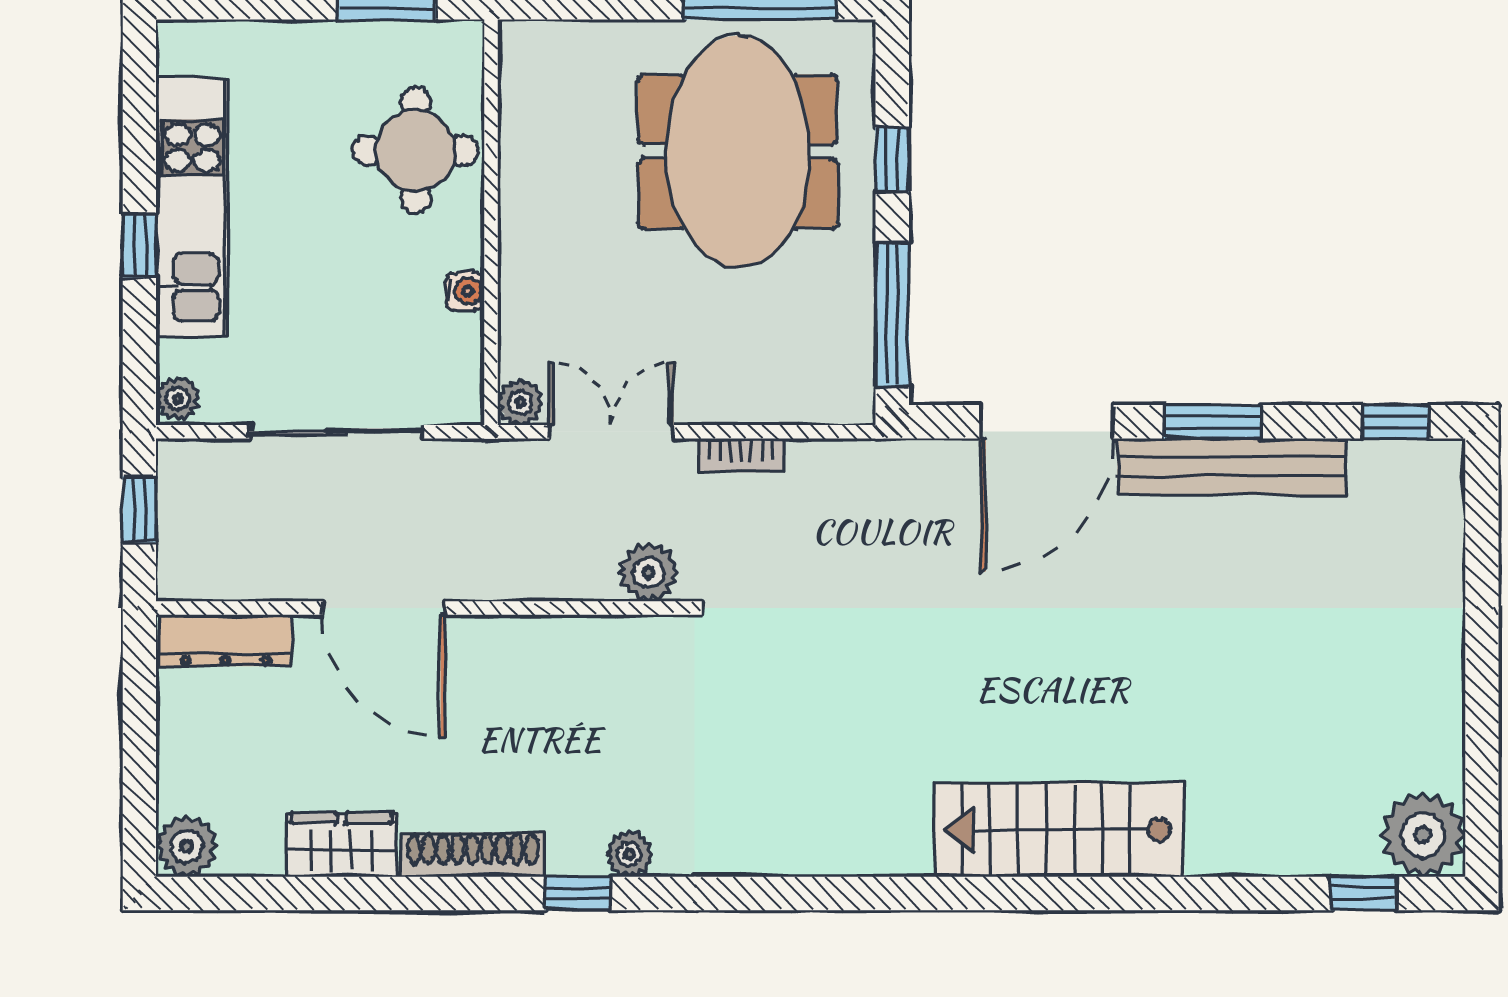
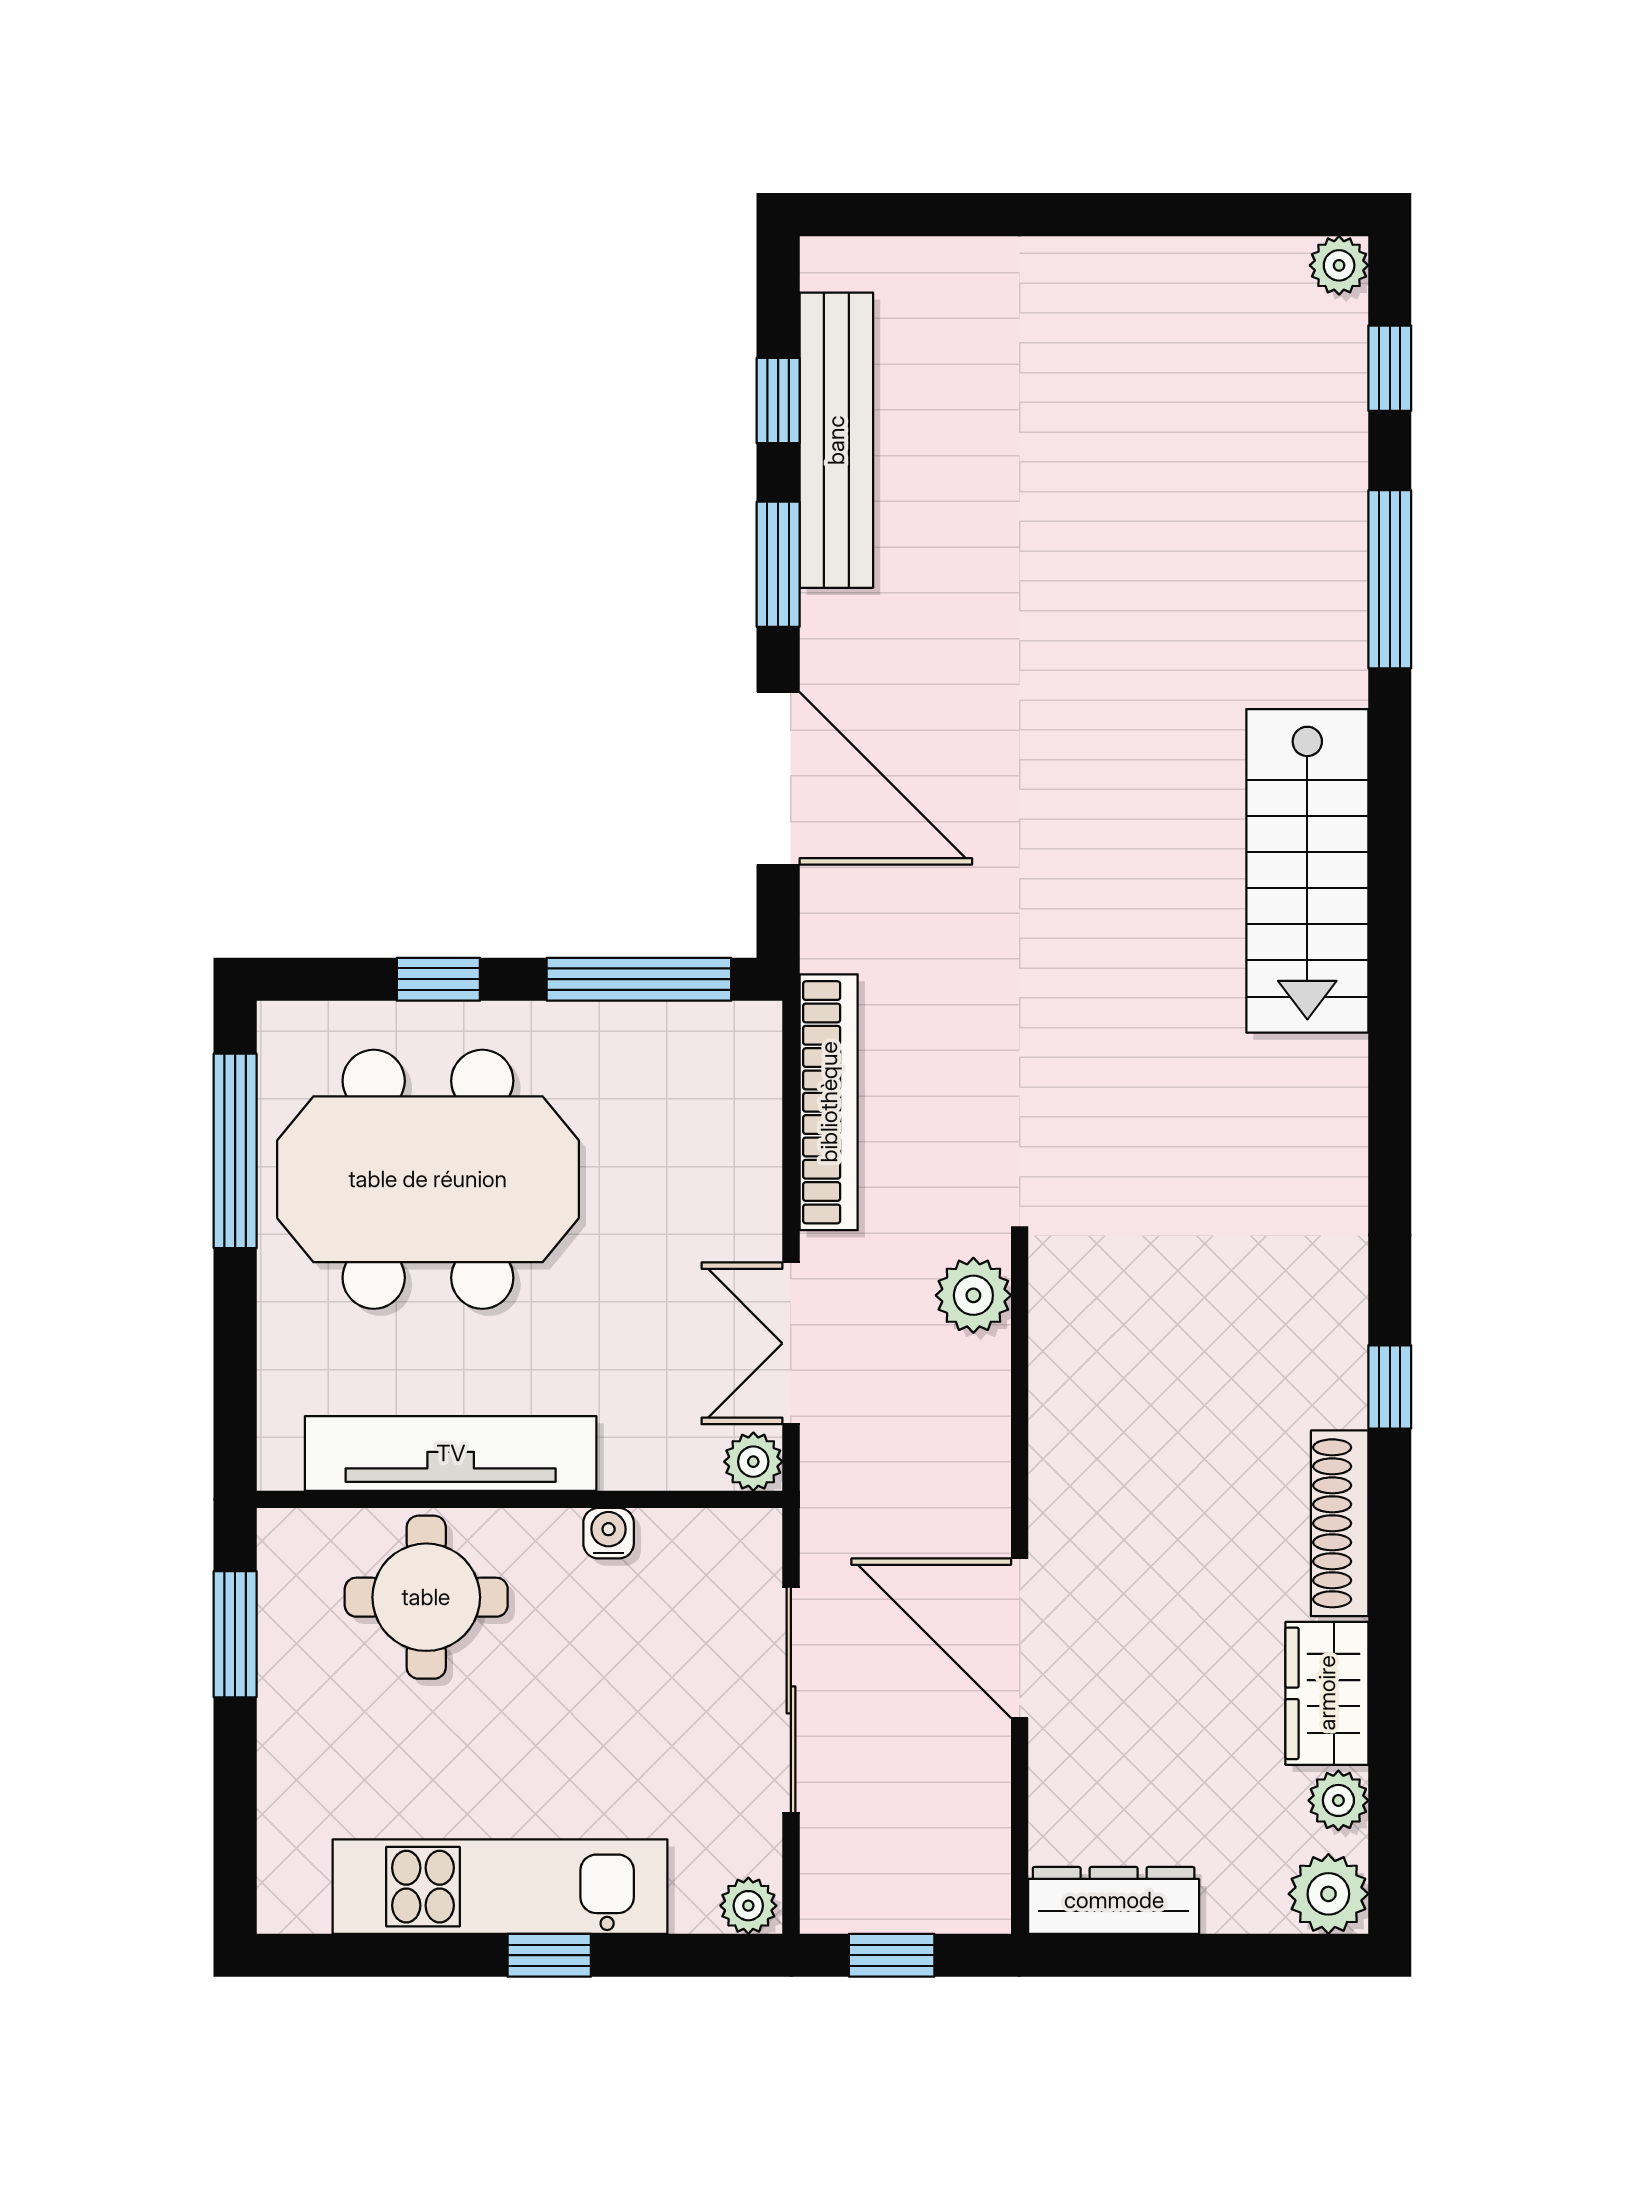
tv unit: (526, 169) -> (451, 1453), added
window: (1396, 422) -> (778, 401), moved
bookcase: (741, 455) -> (829, 1102), width x2.31, depth x1.31
bench: (1231, 467) -> (836, 440), moved
door: (384, 608) -> (1020, 1638), swing flipped
dresser: (226, 640) -> (1114, 1900), moved, turned -90
stairs: (1059, 830) -> (1307, 871), moved
plant: (1423, 835) -> (1339, 265), width x0.53, depth x0.53
plant: (629, 854) -> (1338, 1800), moved
window: (1201, 893) -> (1390, 579), added

